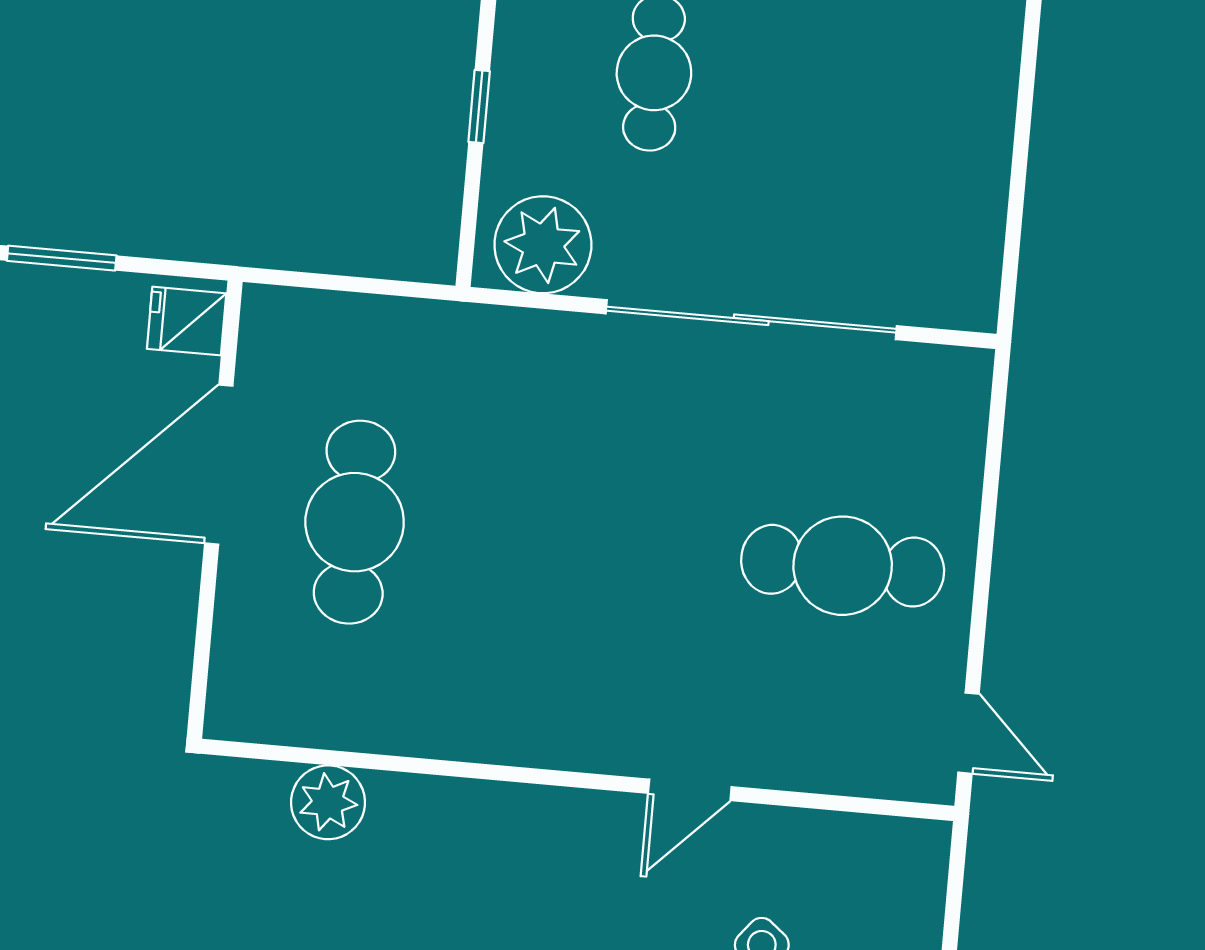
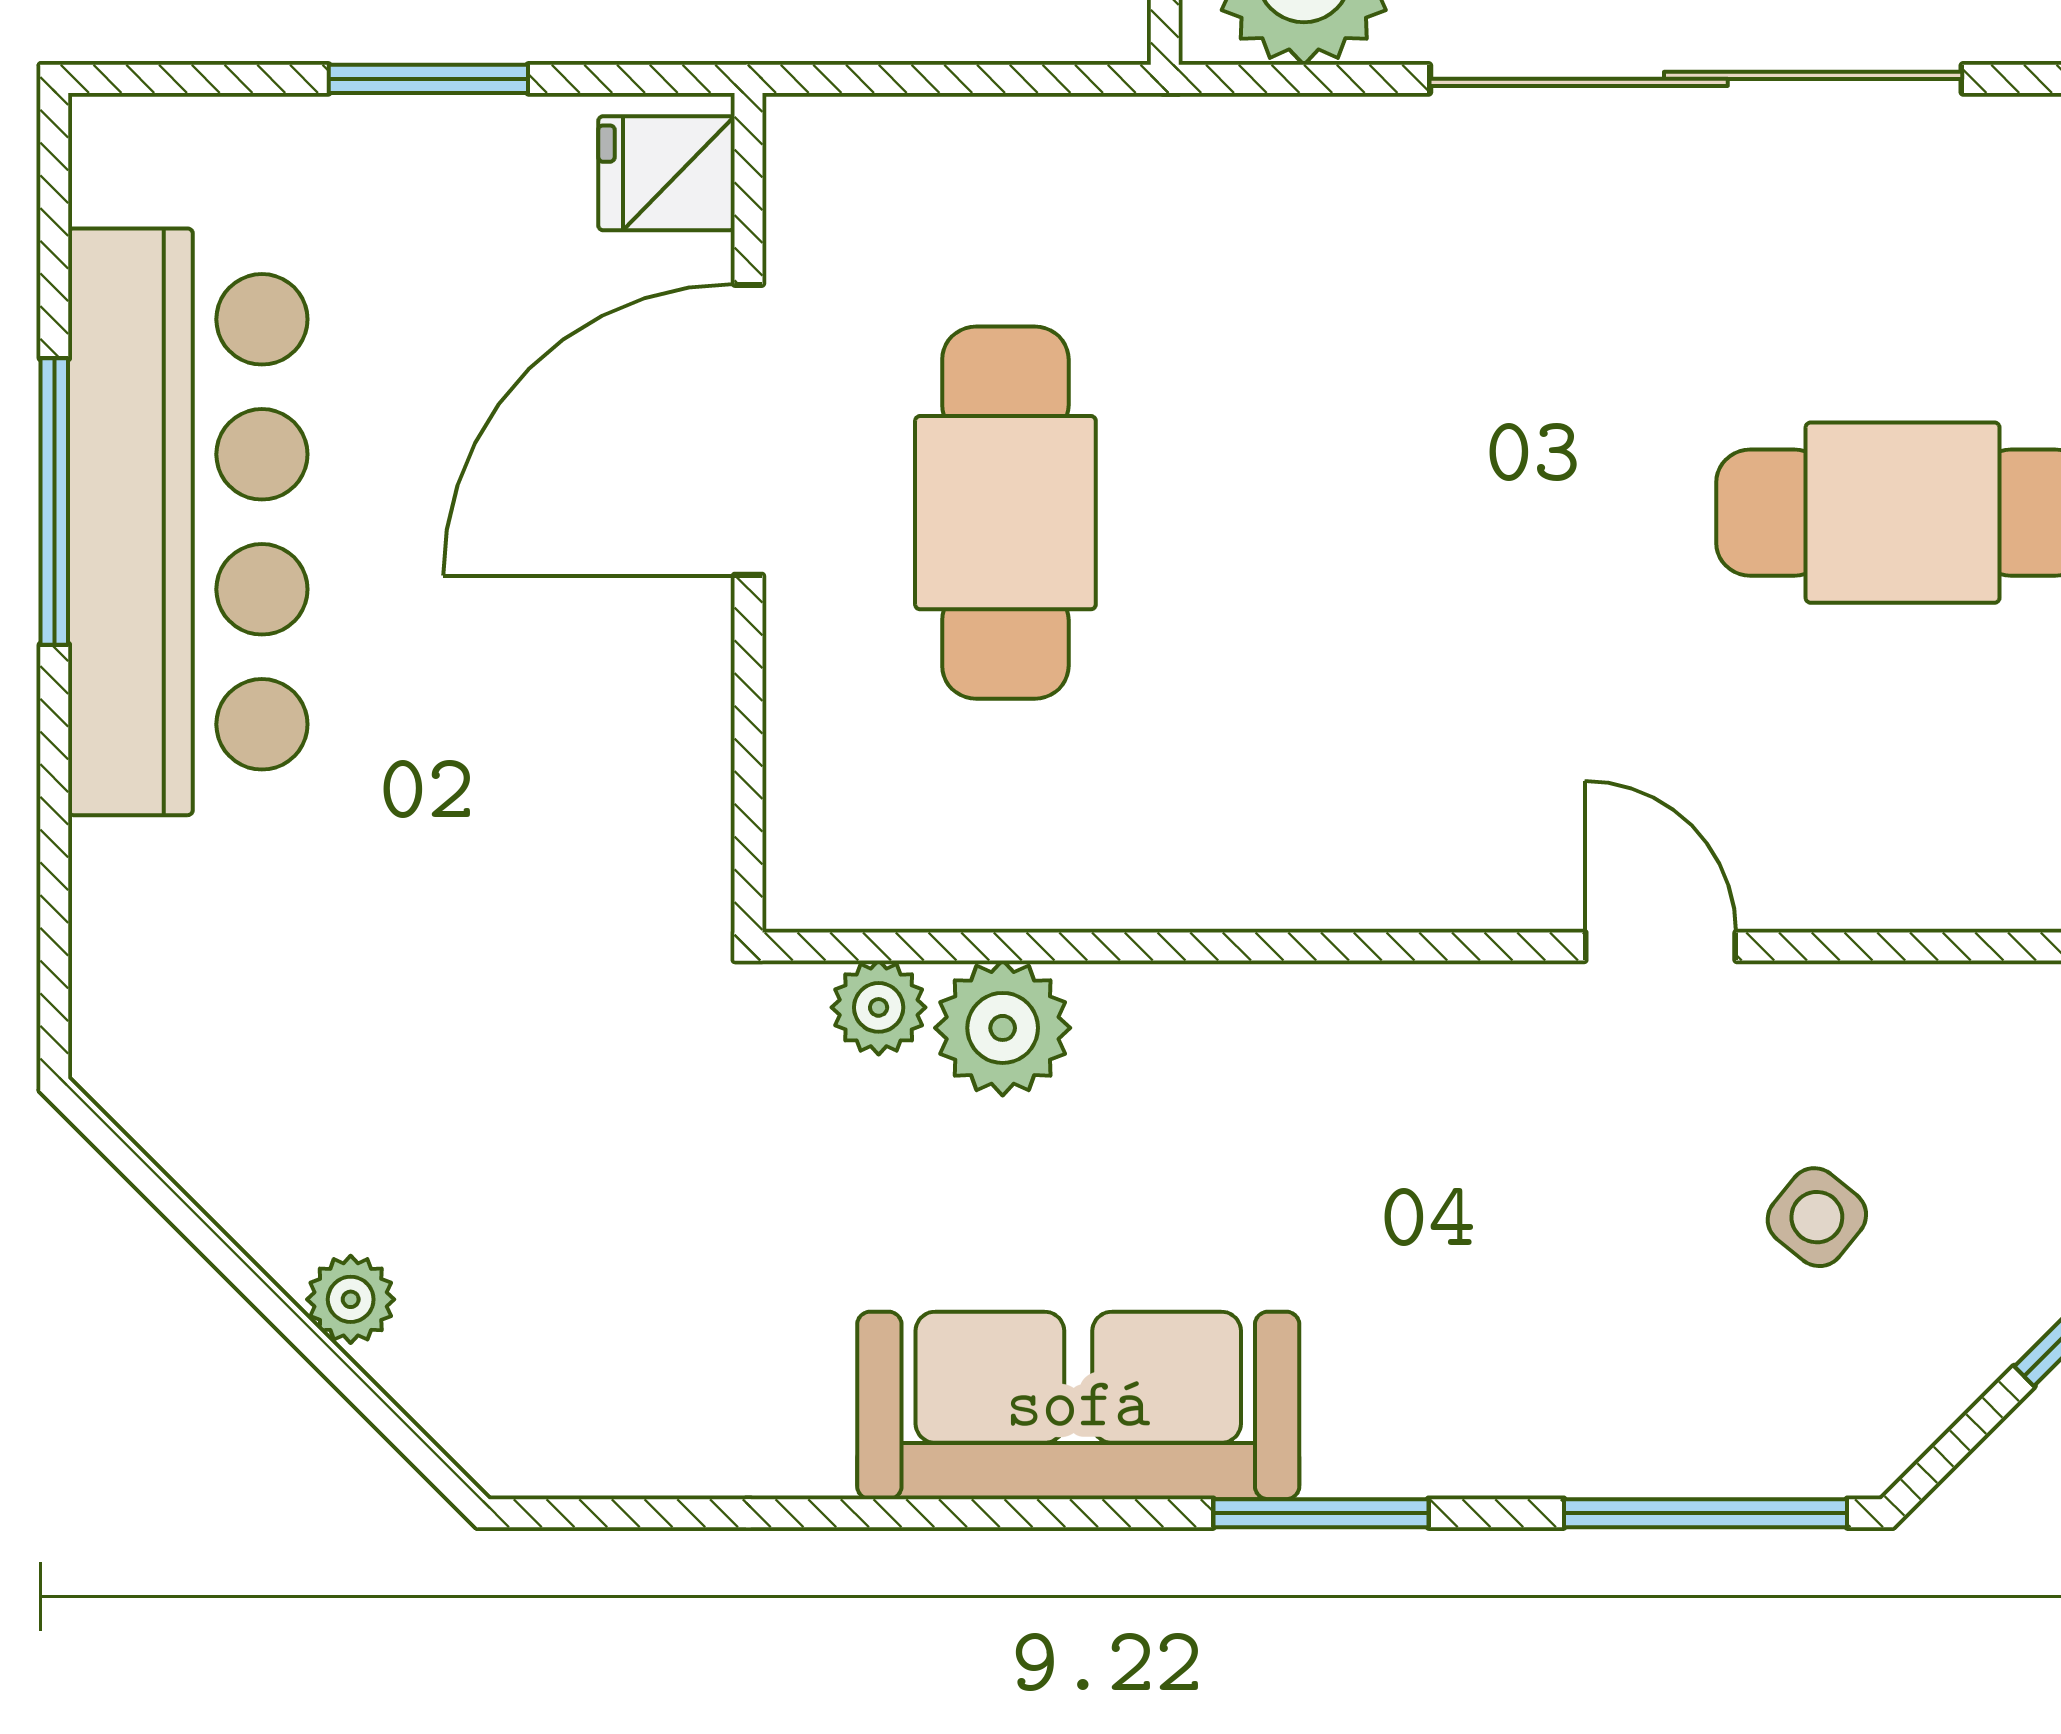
plant: (262, 785) -> (879, 1007), added
door: (690, 790) -> (1660, 946), swing flipped

